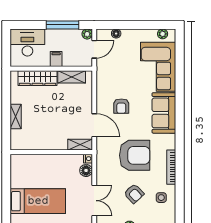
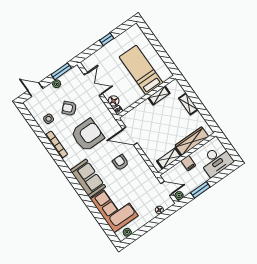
window: (63, 25) -> (200, 190), width x0.69
door: (94, 49) -> (167, 188), swing flipped
shelving: (80, 145) -> (159, 95), moved
armchair: (135, 155) -> (87, 135), turned 180
bed: (38, 201) -> (141, 70), moved, turned 90
double door: (94, 201) -> (93, 84), swing flipped

